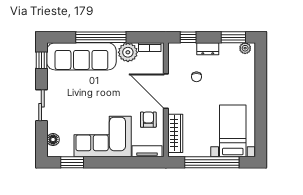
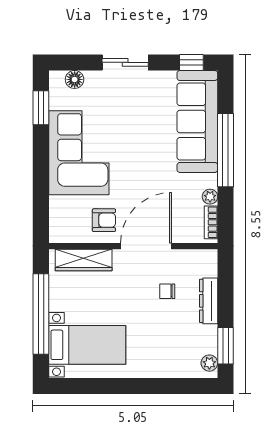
window: (188, 37) -> (226, 279), removed
dresser: (208, 49) -> (209, 301), width x1.44
plant: (128, 52) -> (210, 197), width x0.53, depth x0.53
tv unit: (147, 151) -> (57, 218), removed

